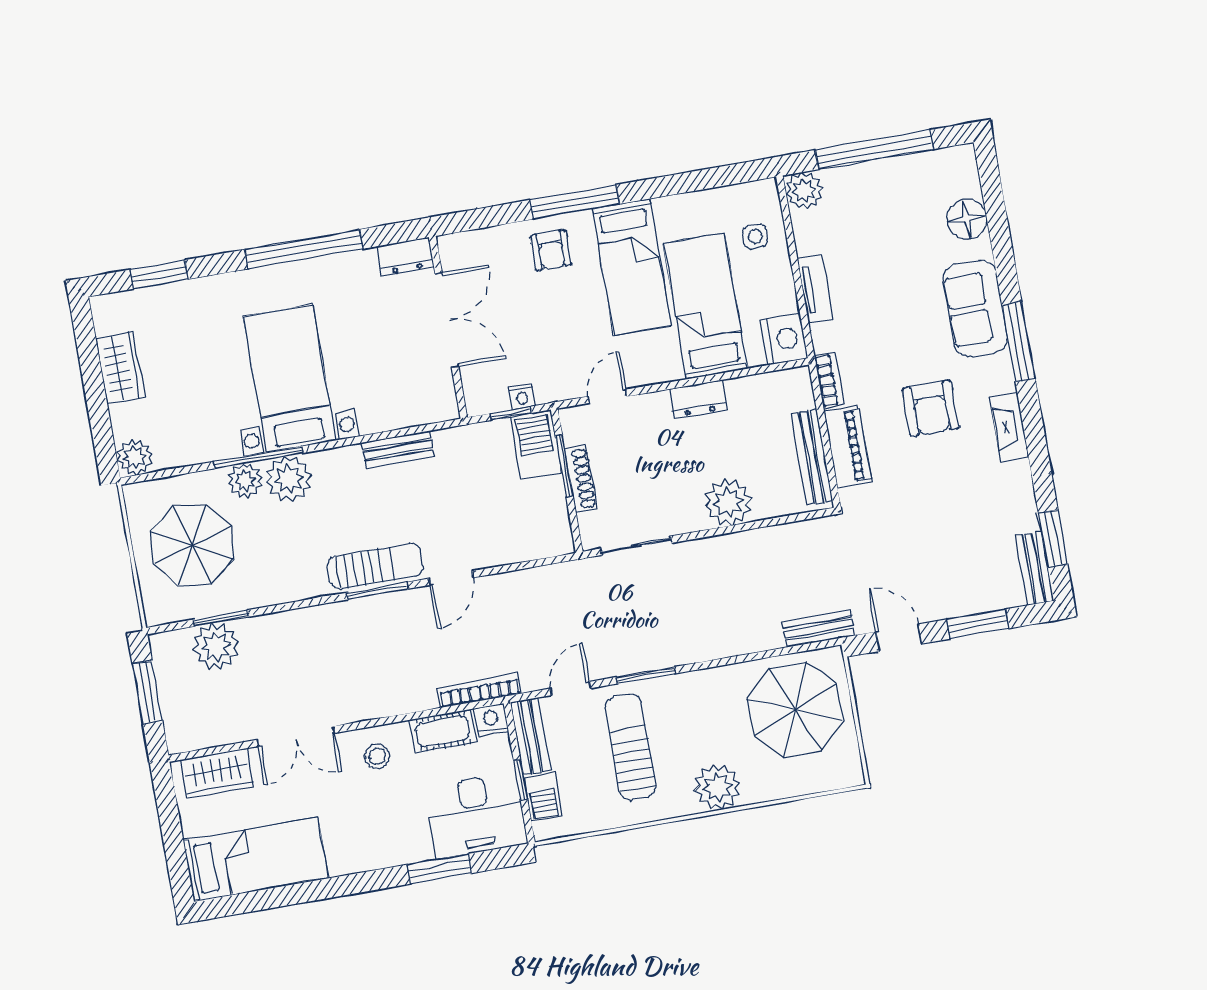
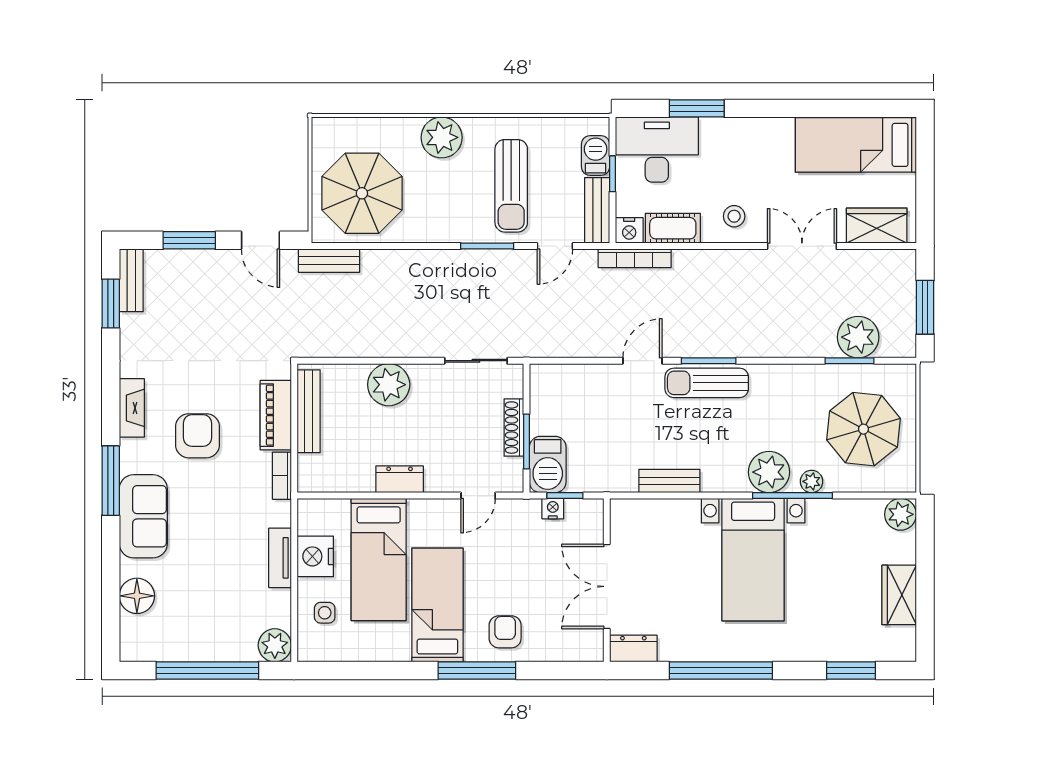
nightstand: (784, 339) -> (315, 556), moved
plant: (245, 481) -> (812, 481), width x0.73, depth x0.73

